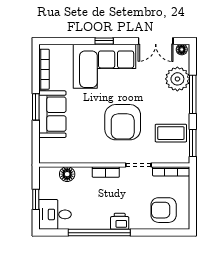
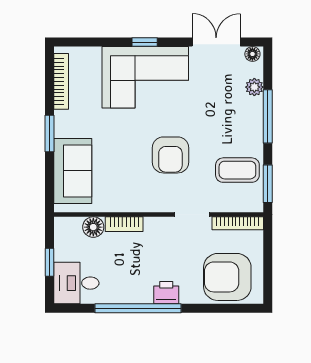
double door: (156, 41) -> (216, 42), swing flipped
plant: (177, 79) -> (254, 87), width x0.53, depth x0.53
sofa: (52, 114) -> (73, 171), moved
armchair: (123, 122) -> (170, 155), width x0.73, depth x0.73
bookcase: (106, 172) -> (124, 224), moved
armchair: (164, 210) -> (227, 277), width x1.36, depth x1.36

